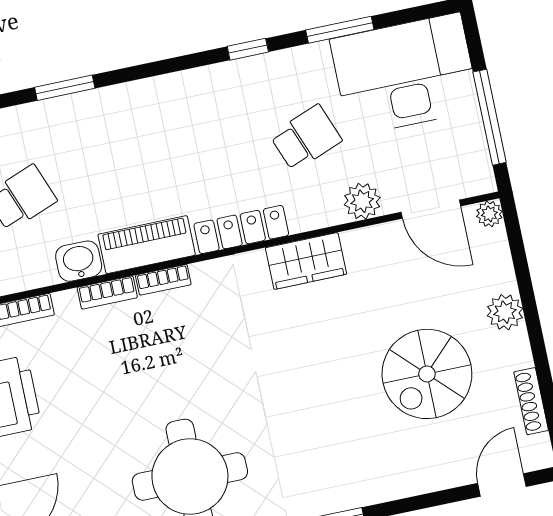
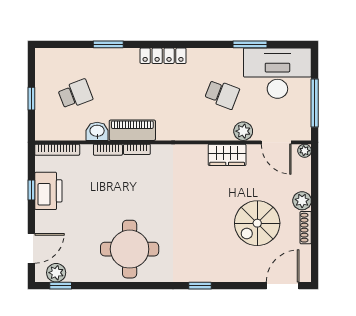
window: (248, 49) -> (203, 44), removed
school desk: (306, 138) -> (222, 94), turned 42
locker: (241, 230) -> (163, 56), moved, turned 180
wardrobe: (306, 261) -> (227, 155), moved
shoe rack: (531, 401) -> (306, 228), moved
door: (502, 485) -> (283, 286), width x1.38

